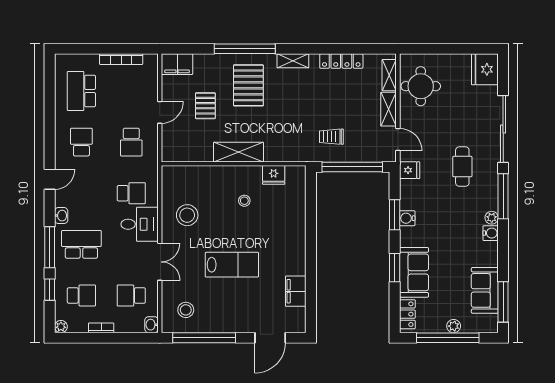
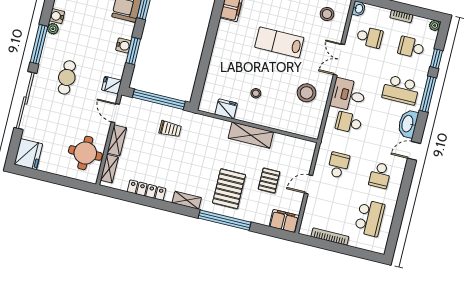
washbasin: (61, 216) -> (408, 124), width x1.91, depth x1.45

